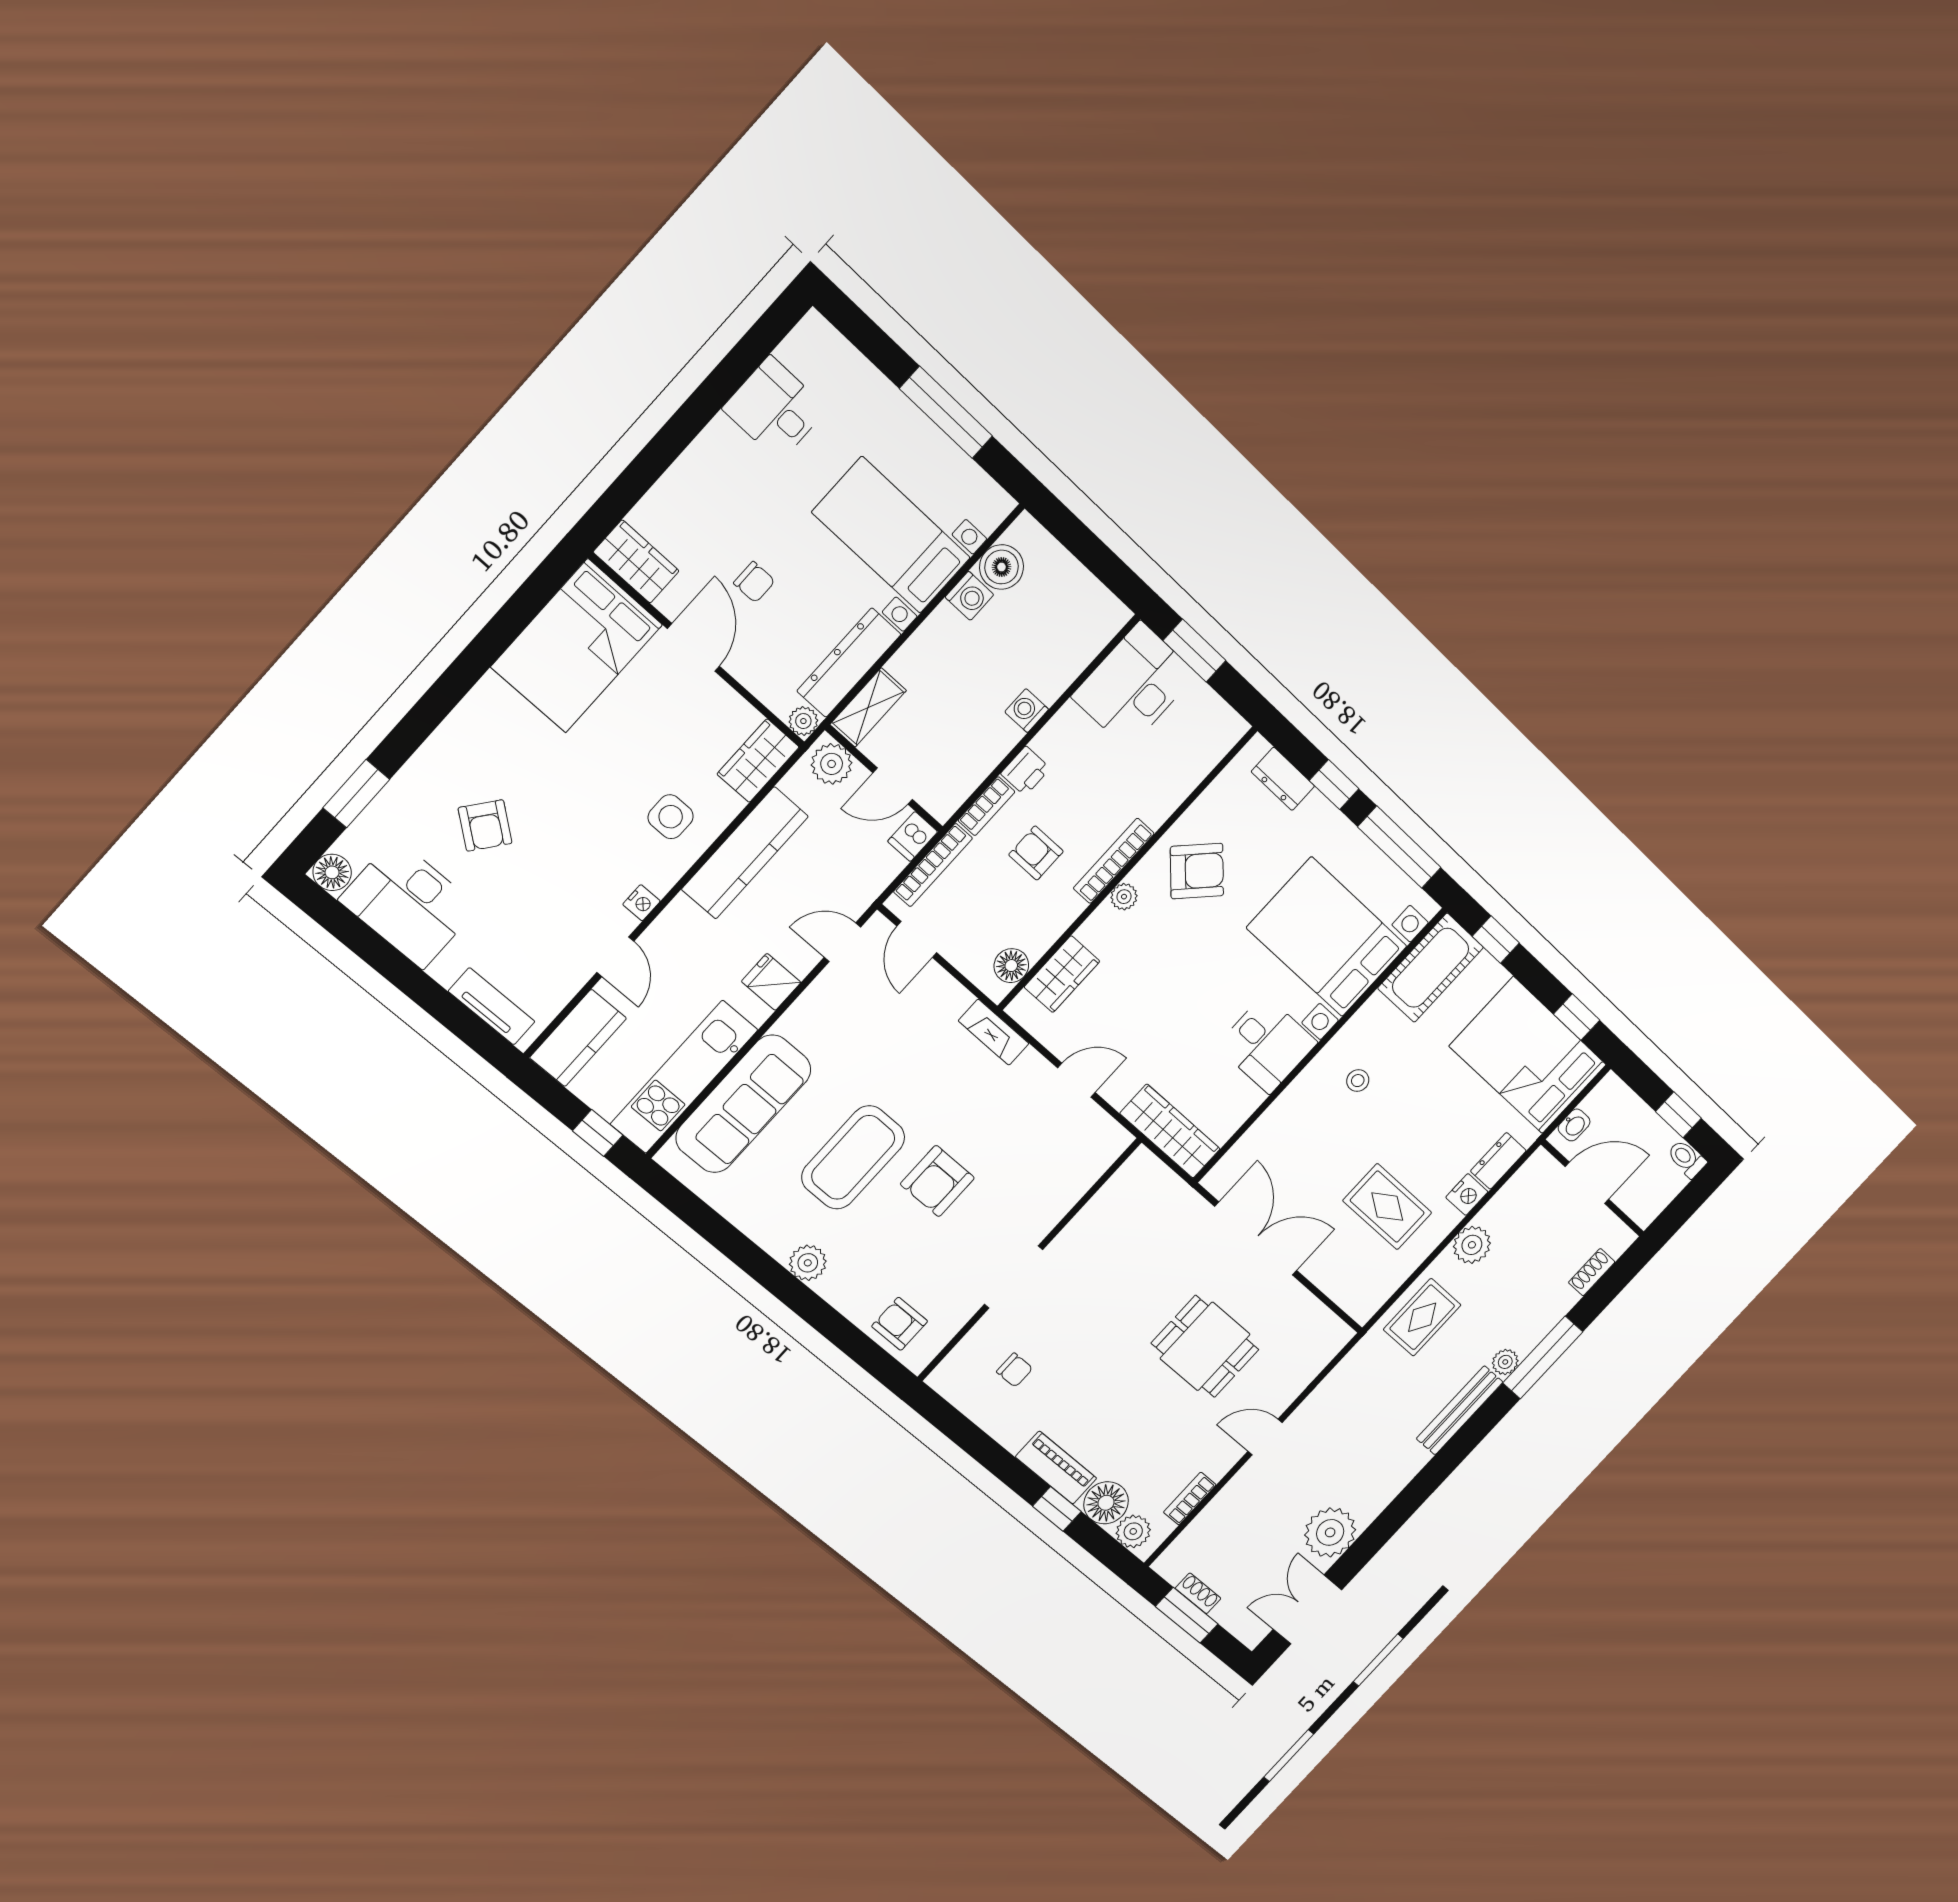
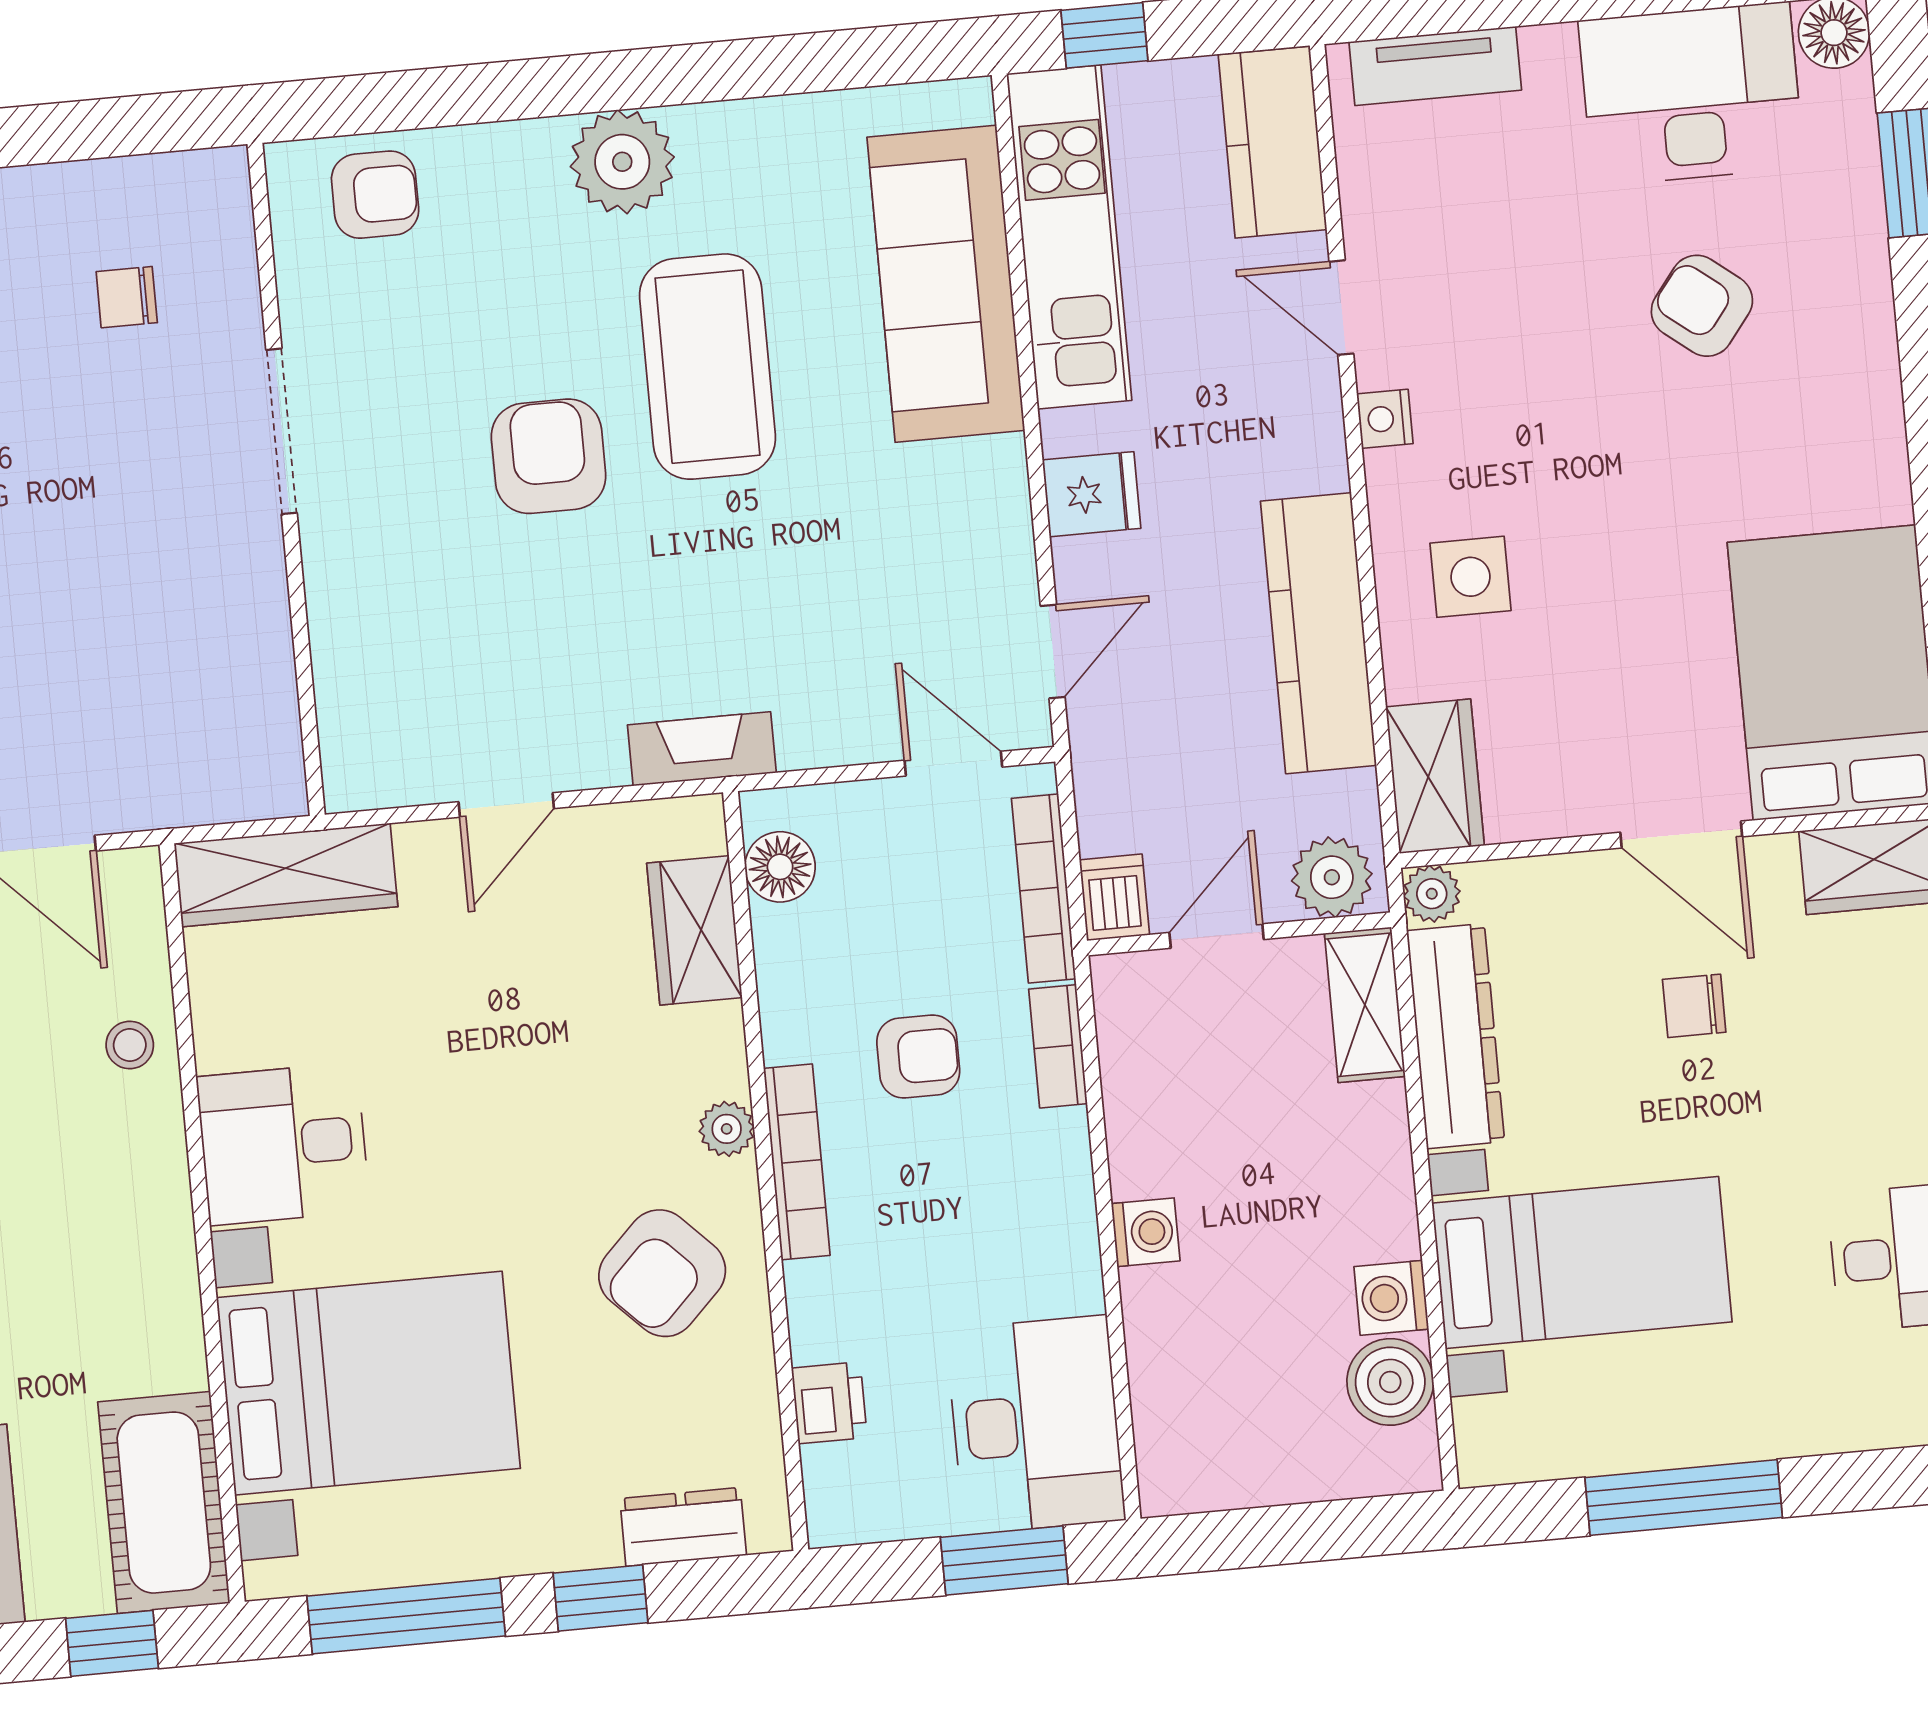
printer: (1025, 771) -> (829, 1403), moved, turned 180
stool: (1358, 1081) -> (130, 1045), moved
plant: (808, 1263) -> (622, 162), width x1.36, depth x1.36

